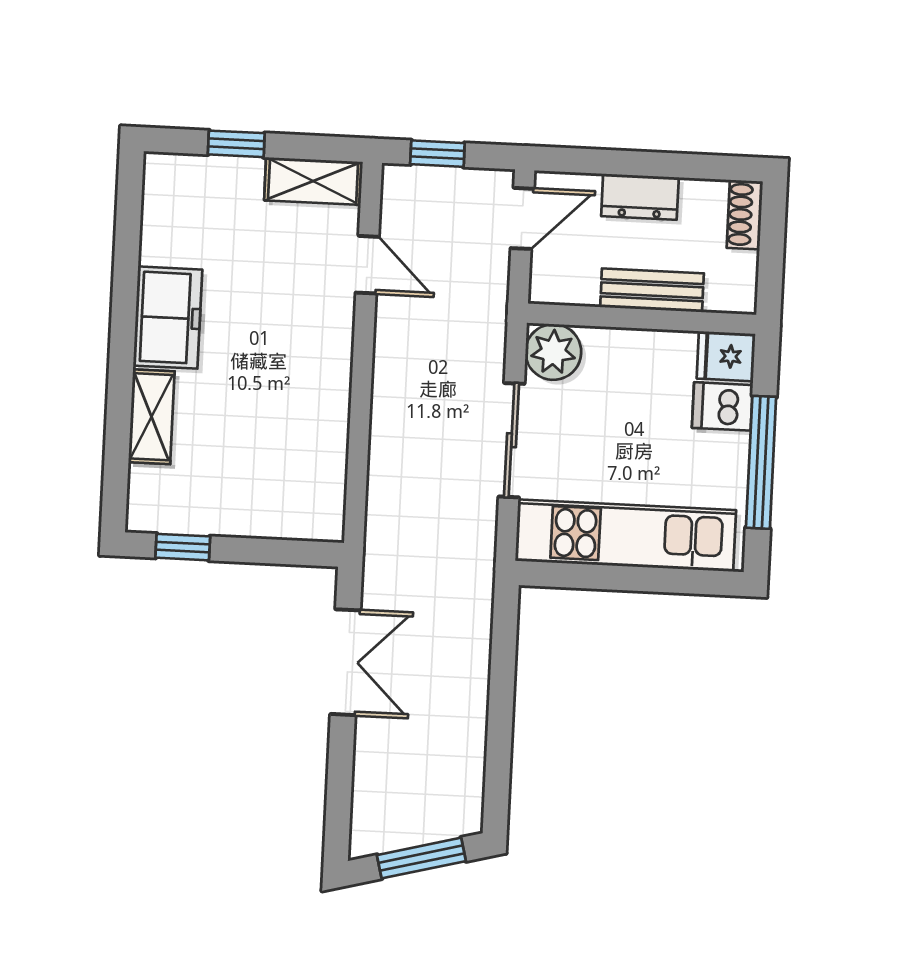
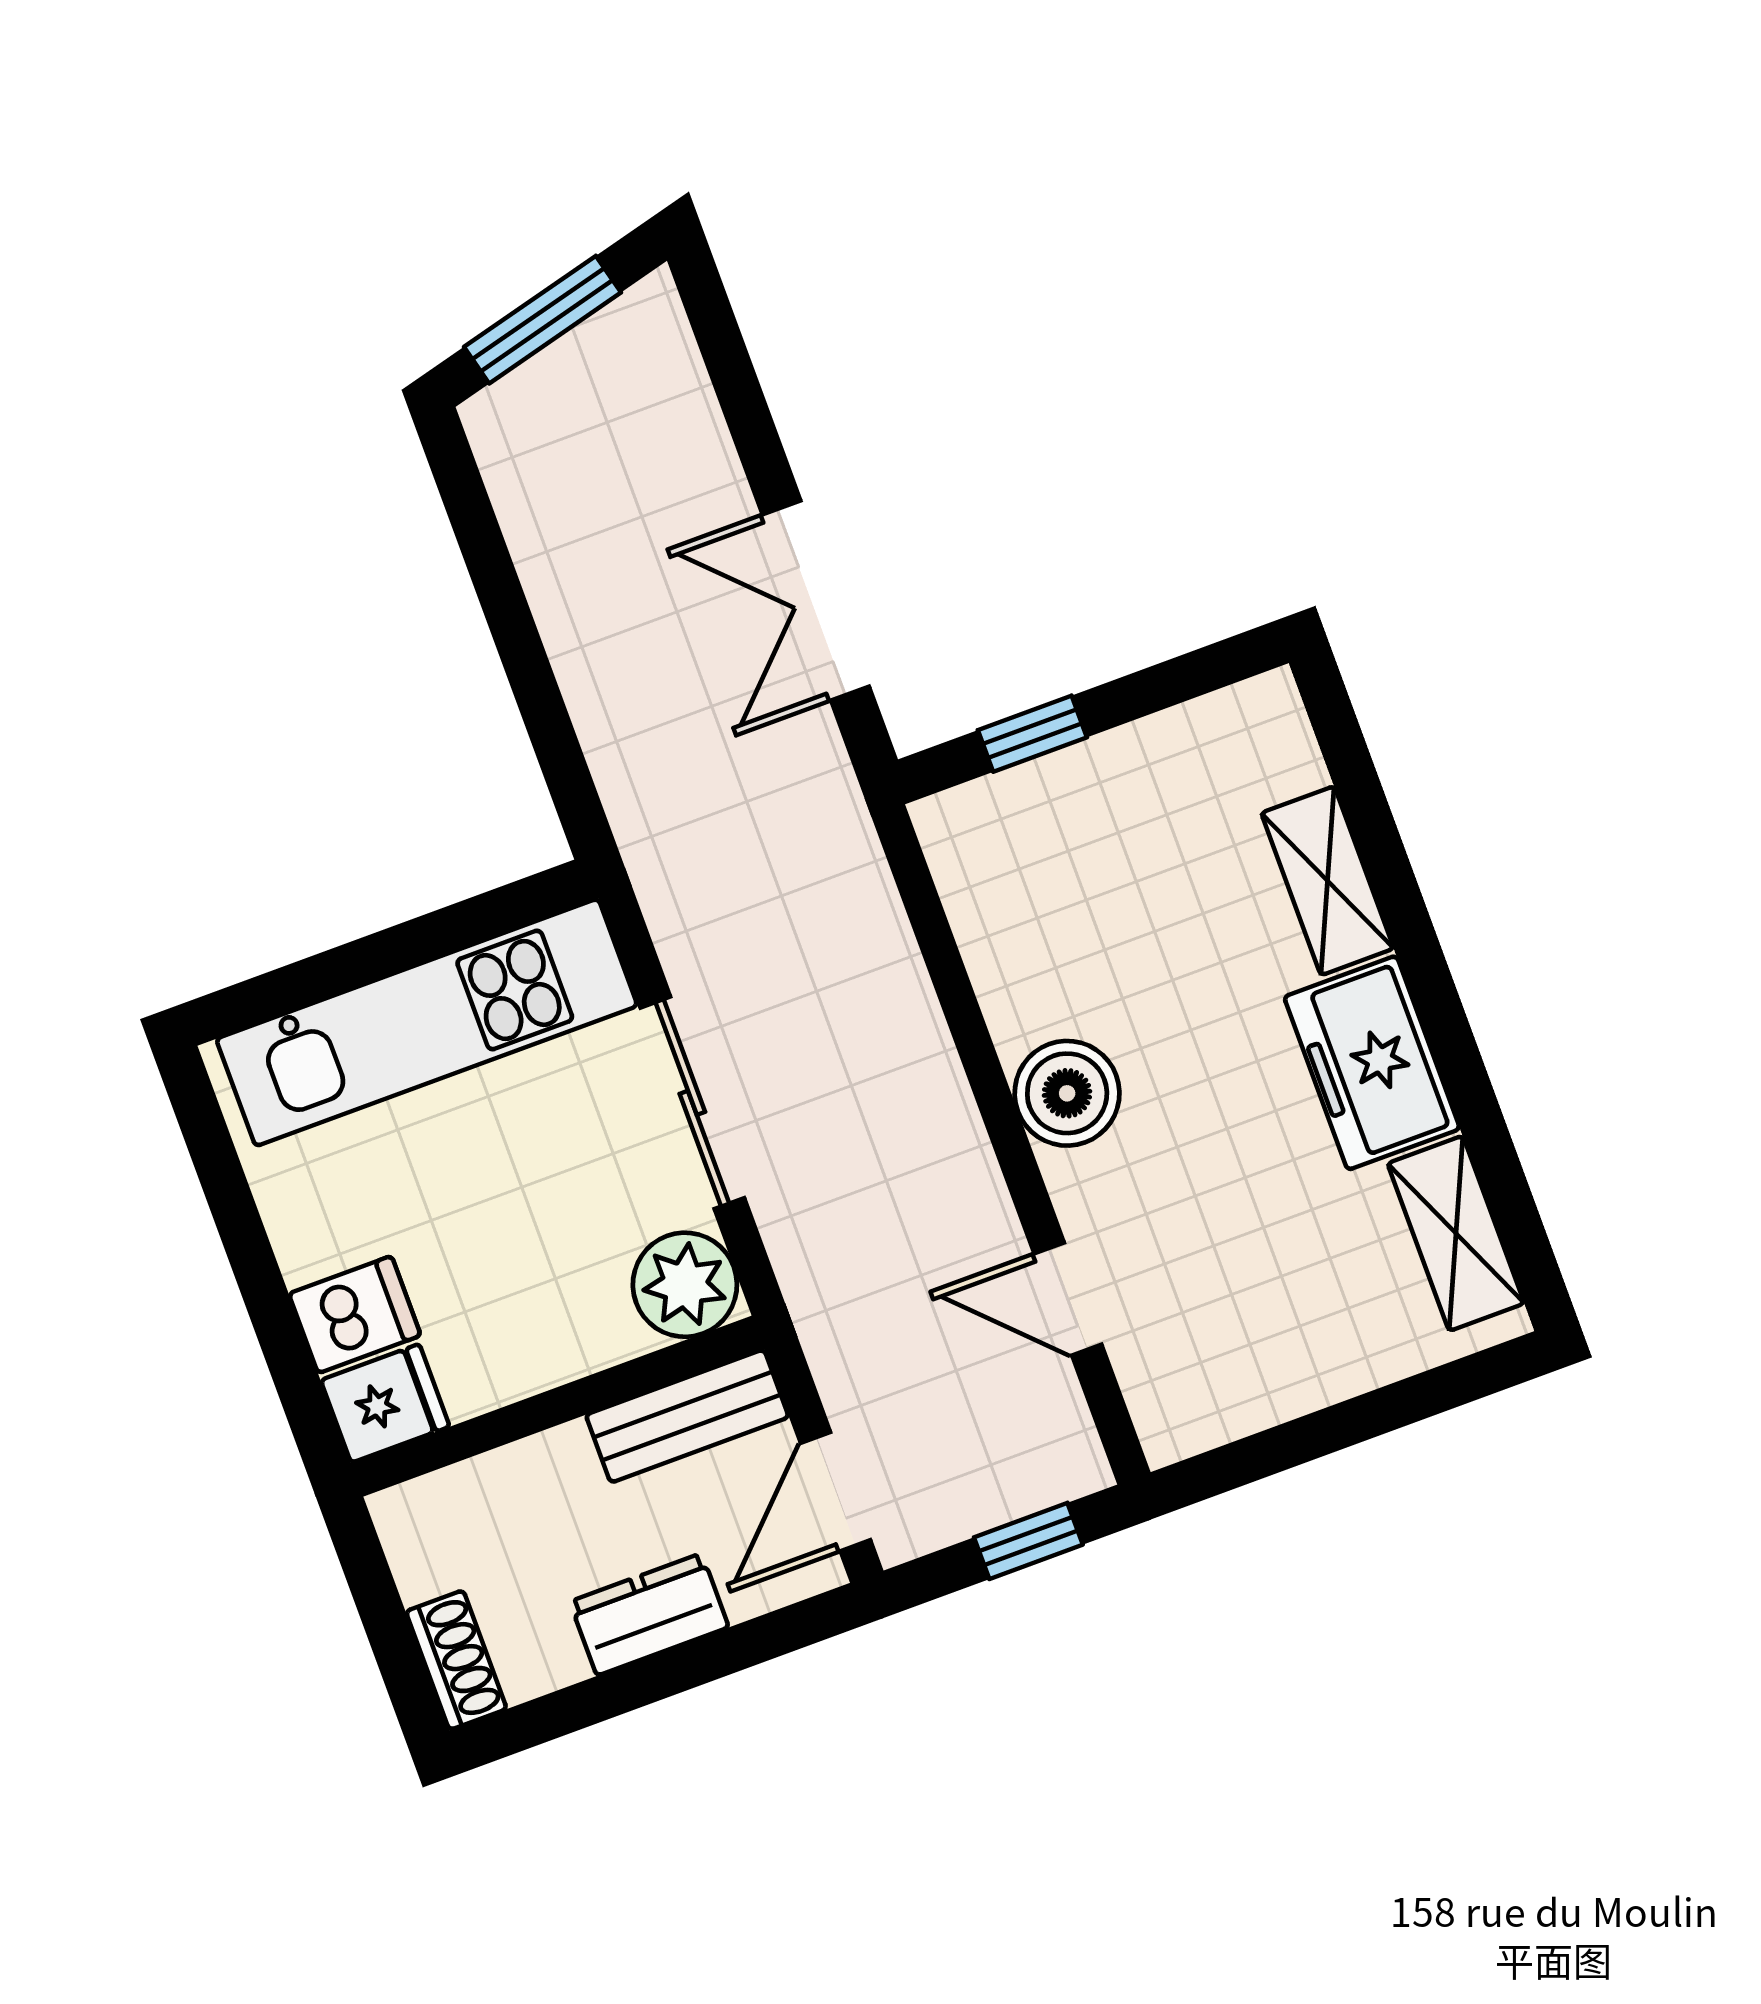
window: (236, 144) -> (1381, 1411), removed
shelving: (313, 181) -> (1456, 1233), moved, turned 90
bench: (652, 290) -> (687, 1416), moved
boiler: (325, 366) -> (1067, 1093), added
window: (761, 462) -> (248, 1247), removed
window: (183, 547) -> (1032, 734), moved

